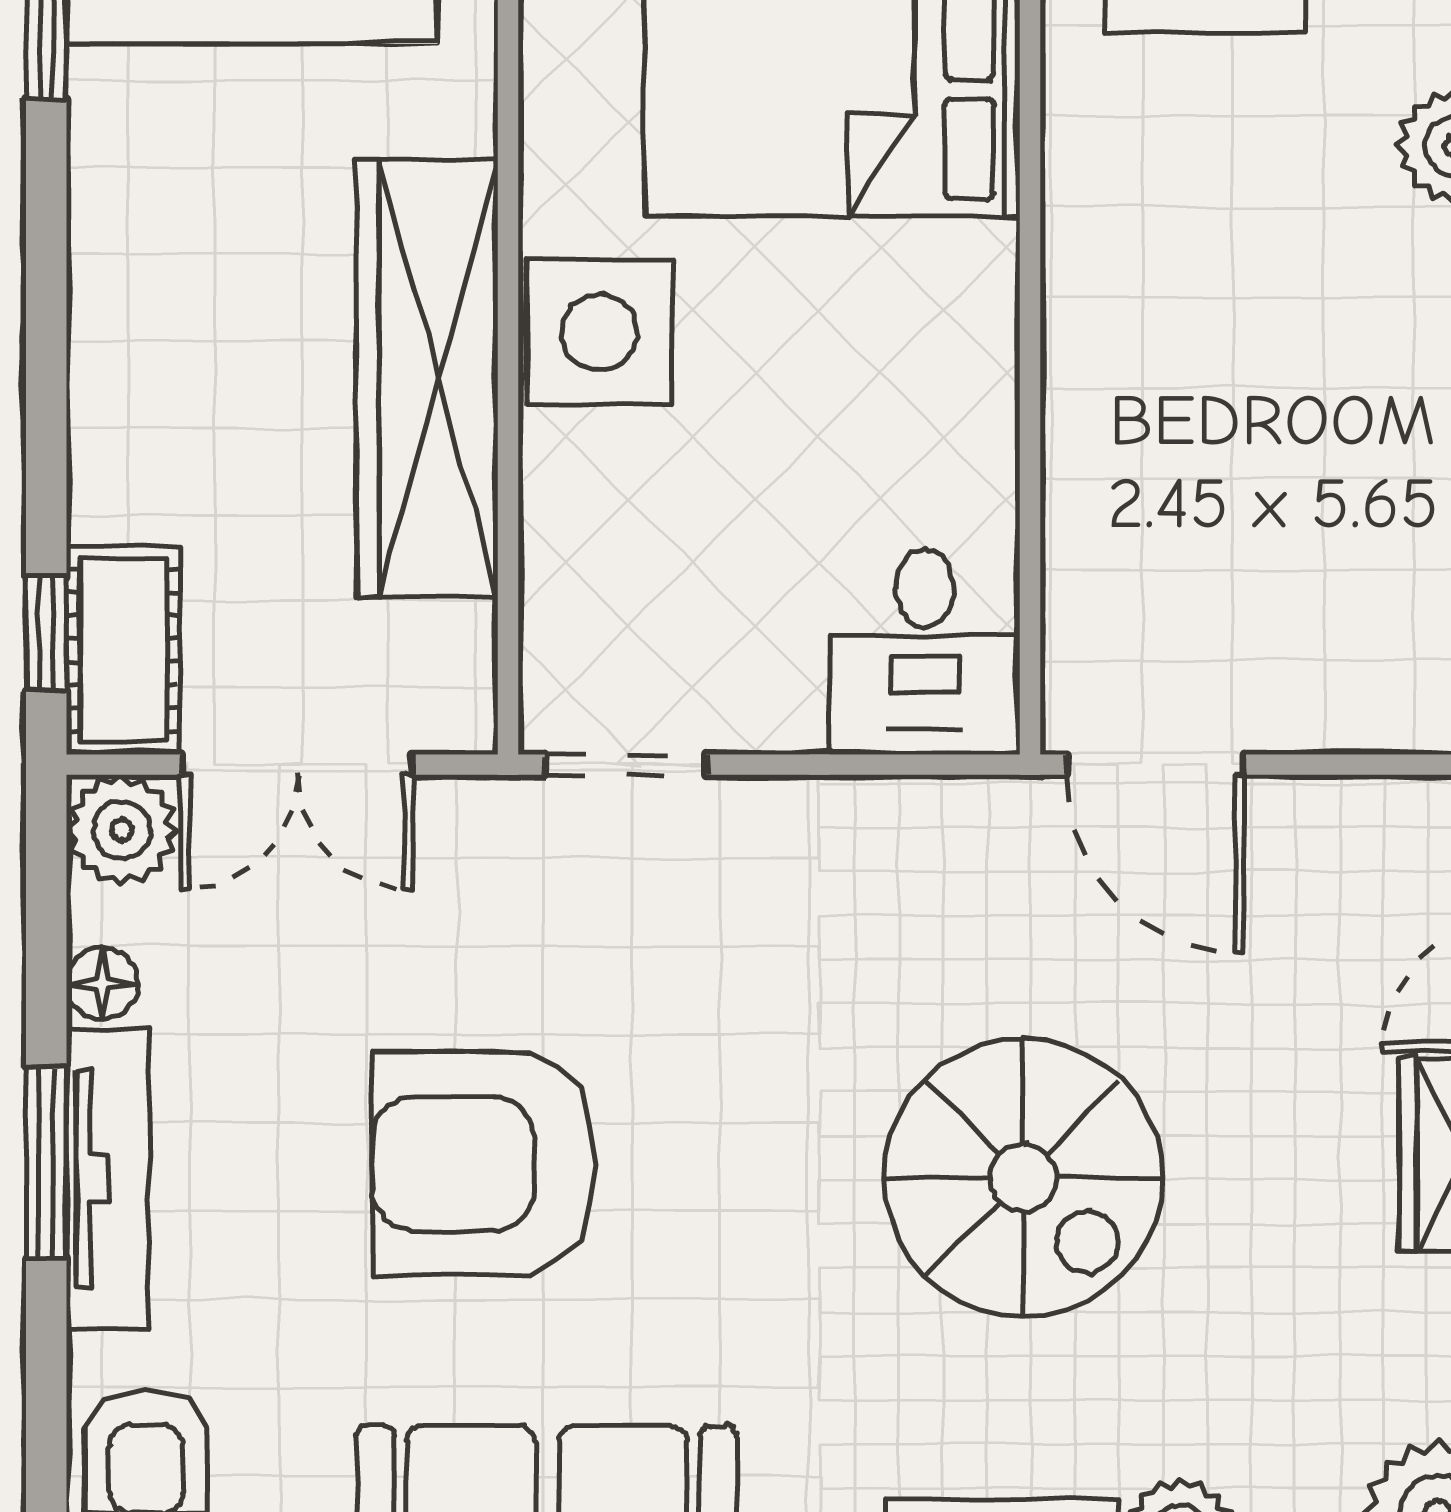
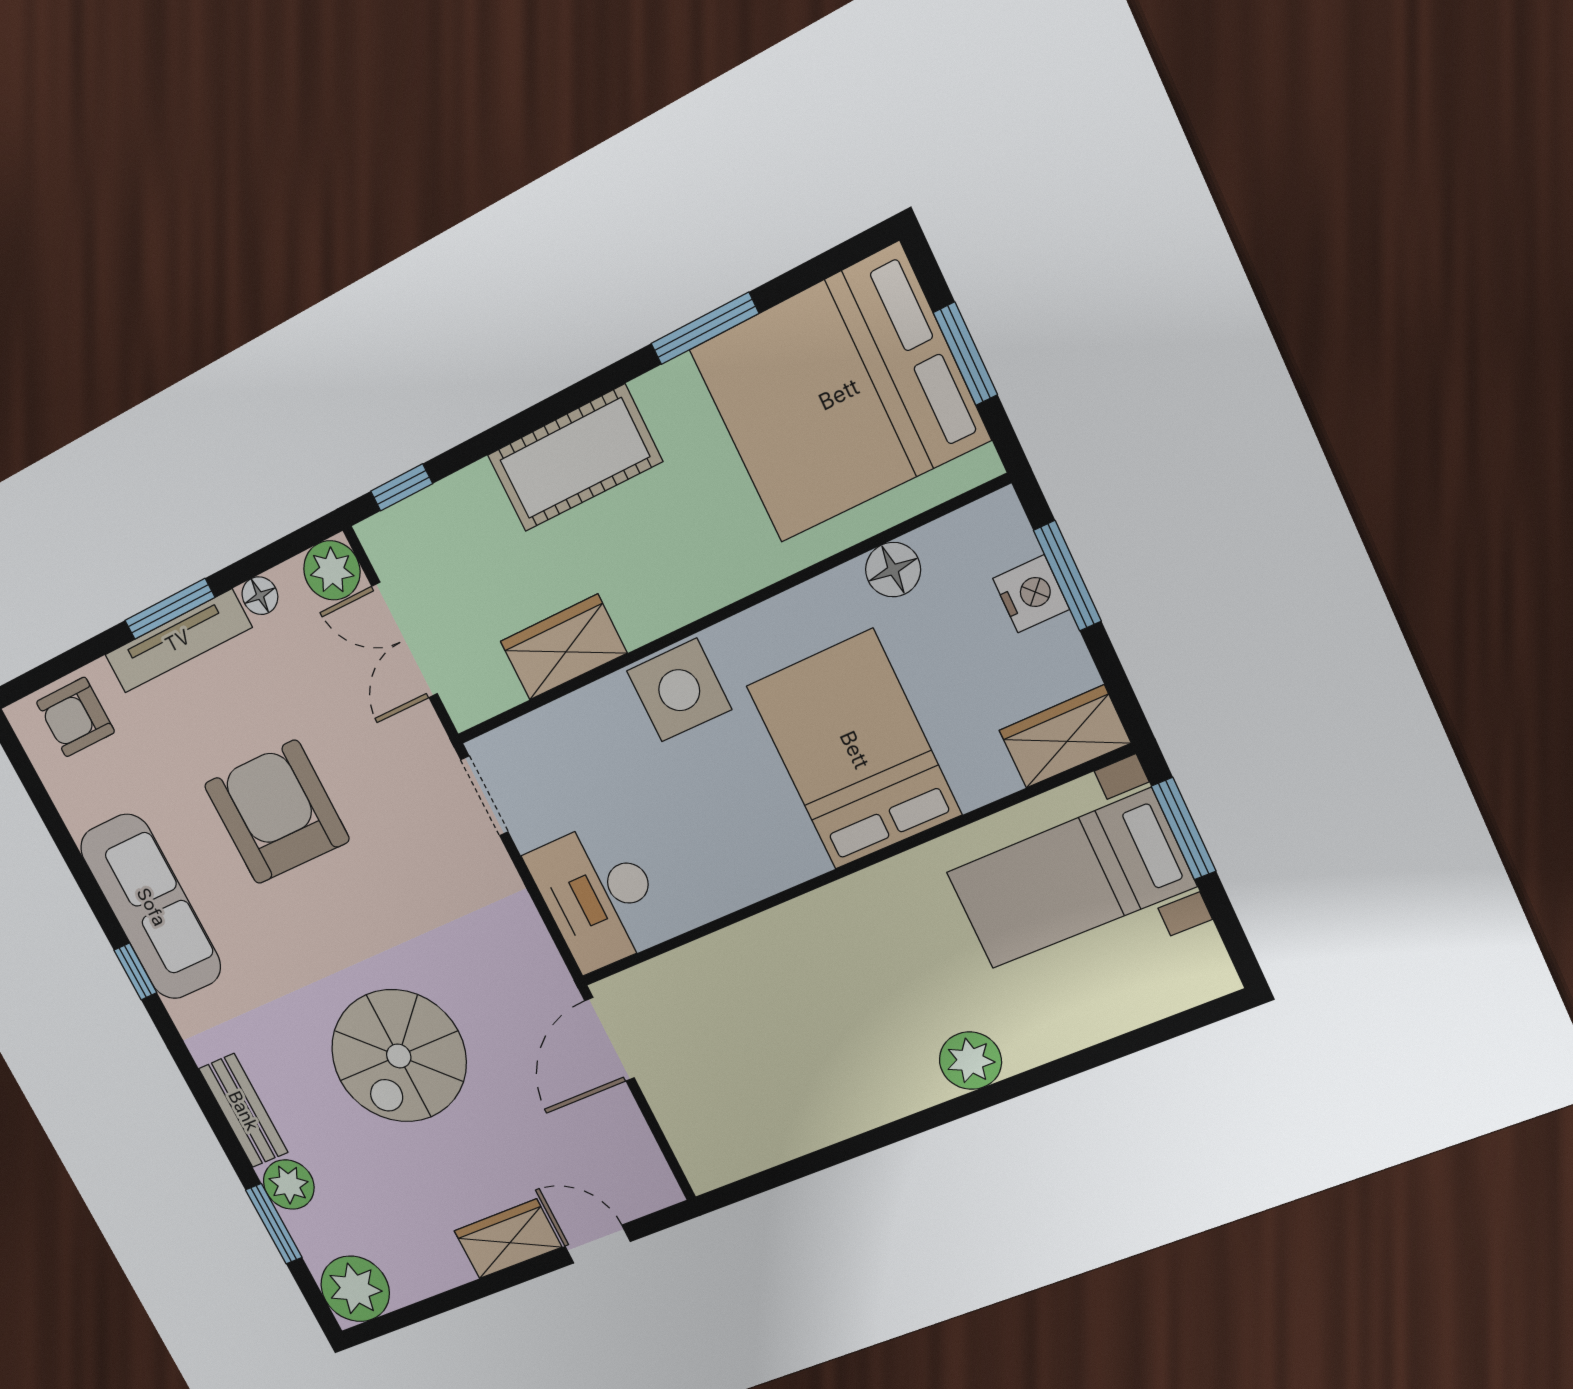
wardrobe: (427, 378) -> (564, 647), width x0.48, depth x0.85
cot: (123, 650) -> (575, 458), moved, width x1.37, depth x1.34
desk: (925, 652) -> (599, 896), width x1.37

